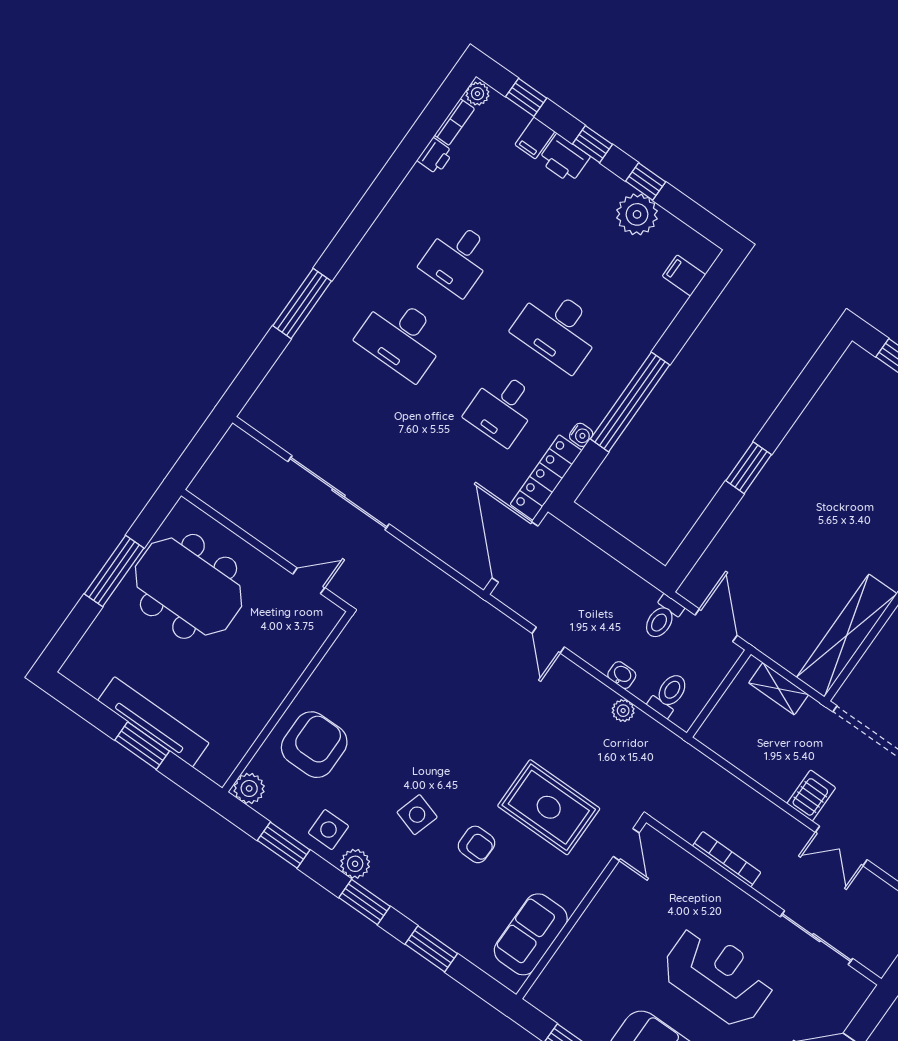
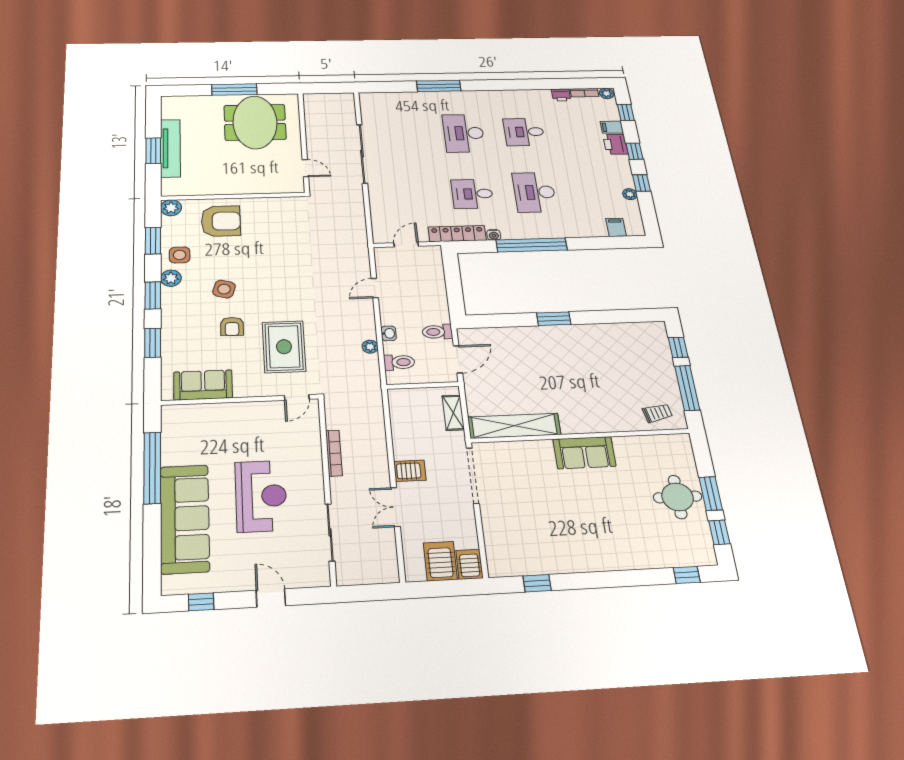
plant: (637, 214) -> (630, 194), width x0.53, depth x0.53
door: (515, 552) -> (406, 244), width x0.53

